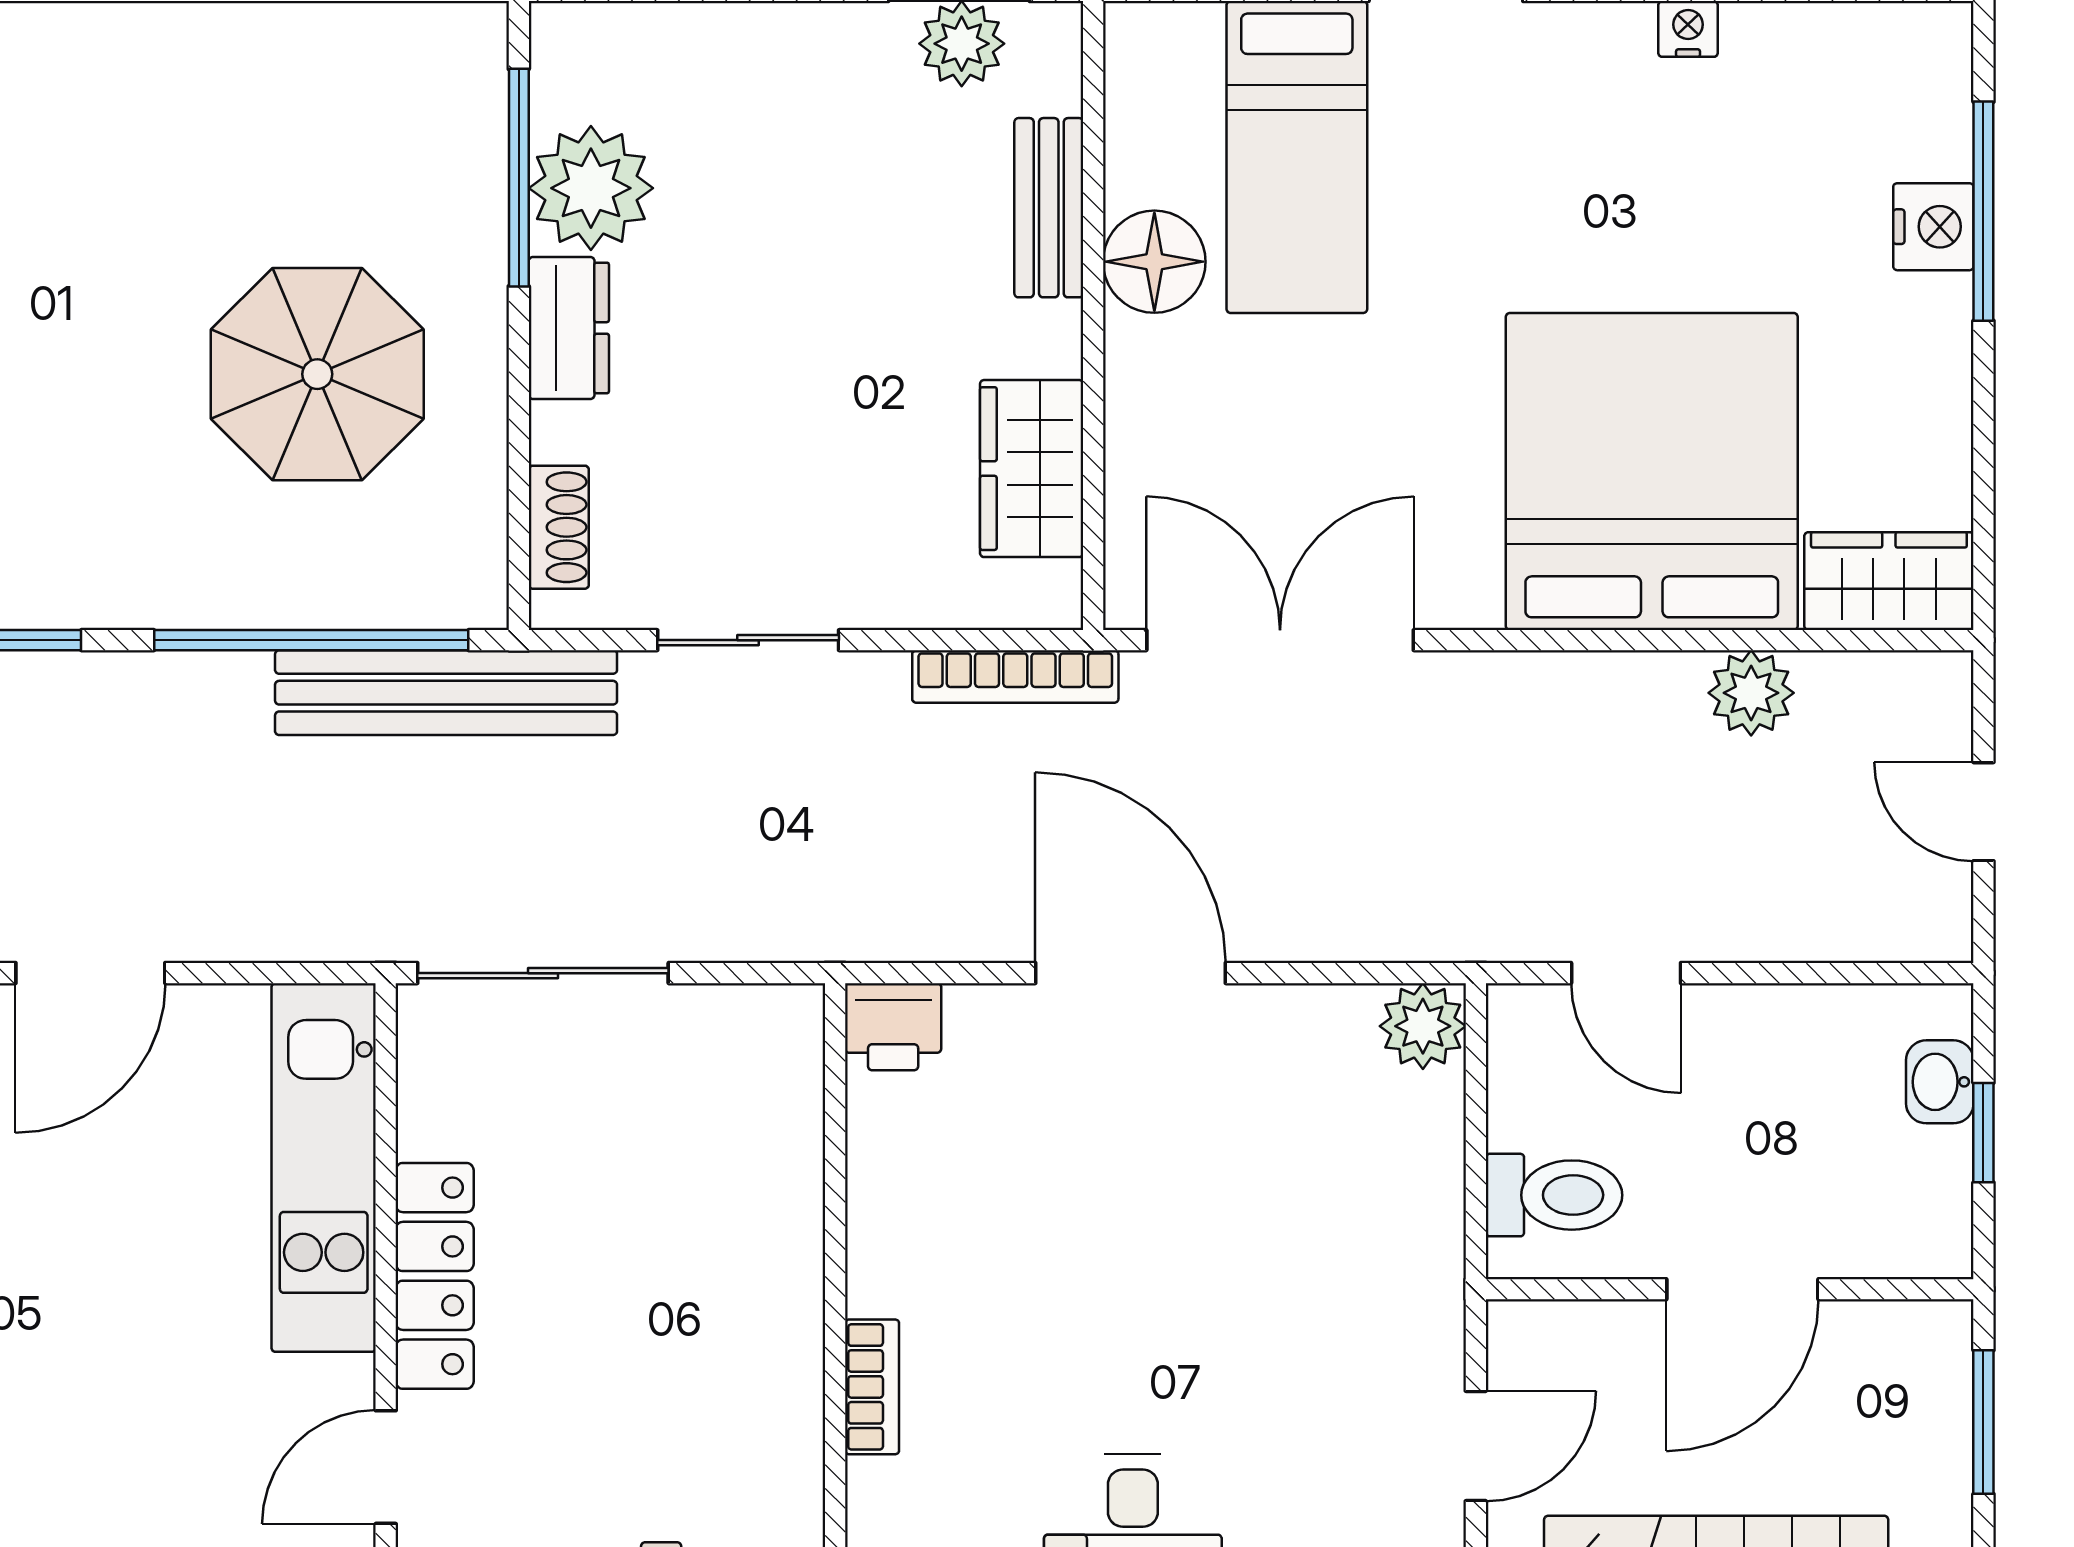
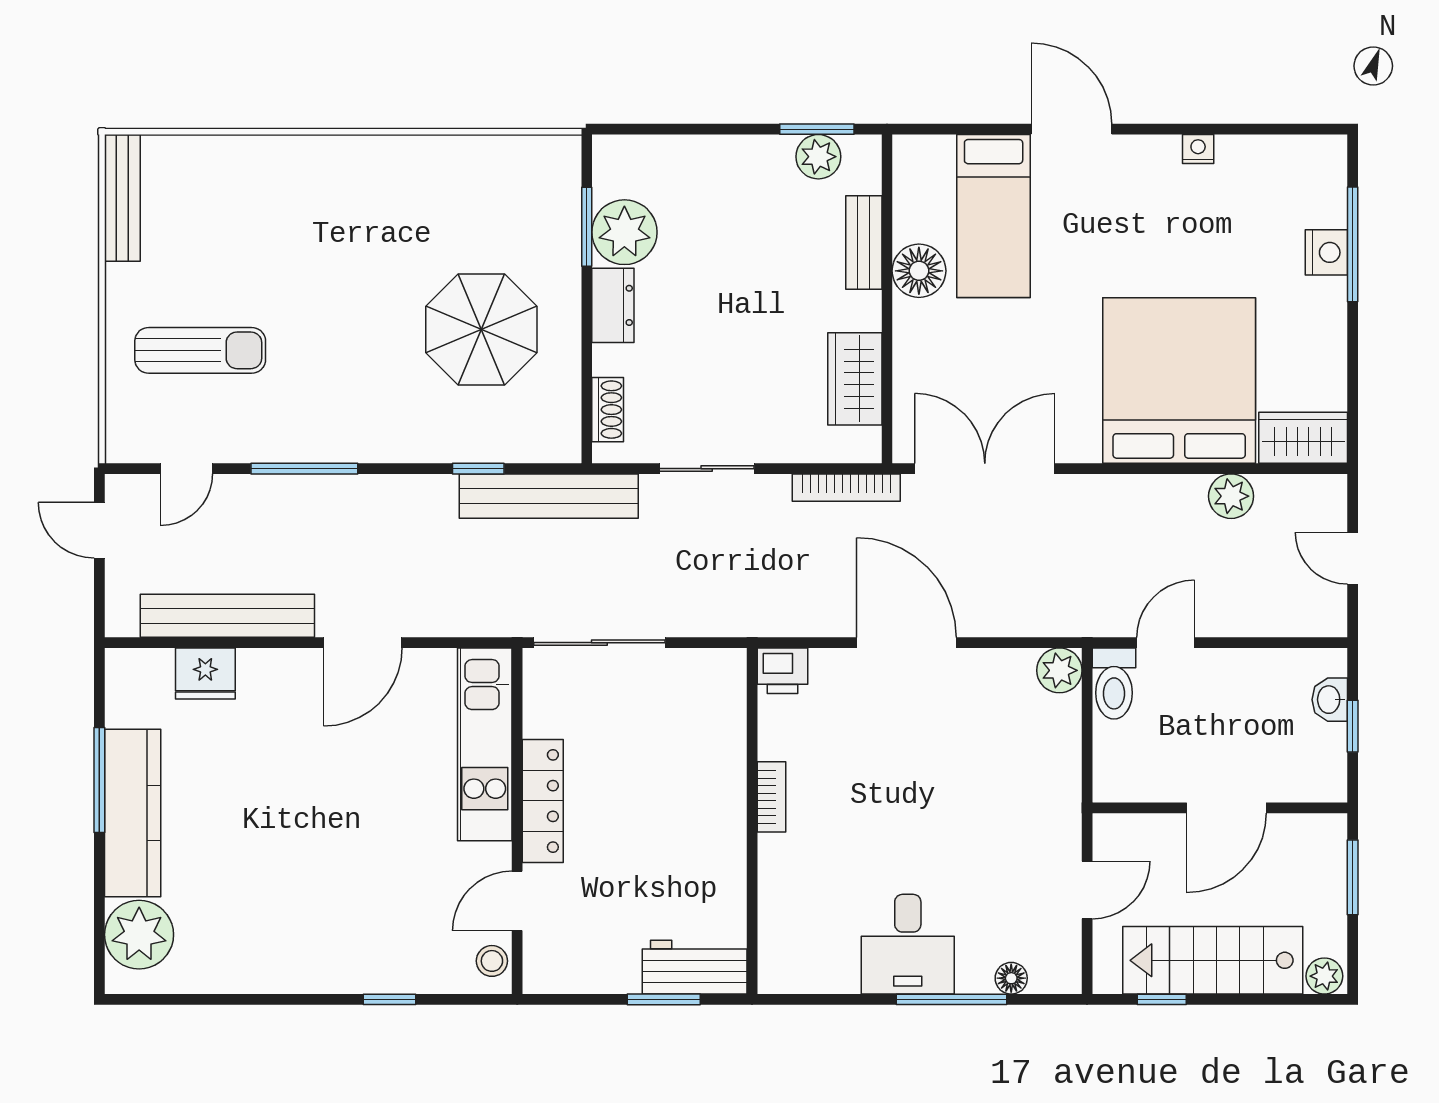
window: (519, 178) -> (587, 227), width x0.69
window: (311, 640) -> (478, 469), width x0.32
door: (1626, 973) -> (1166, 643), swing flipped
toilet: (1554, 1195) -> (1114, 683), moved, turned 90
bookcase: (872, 1387) -> (771, 797), moved

